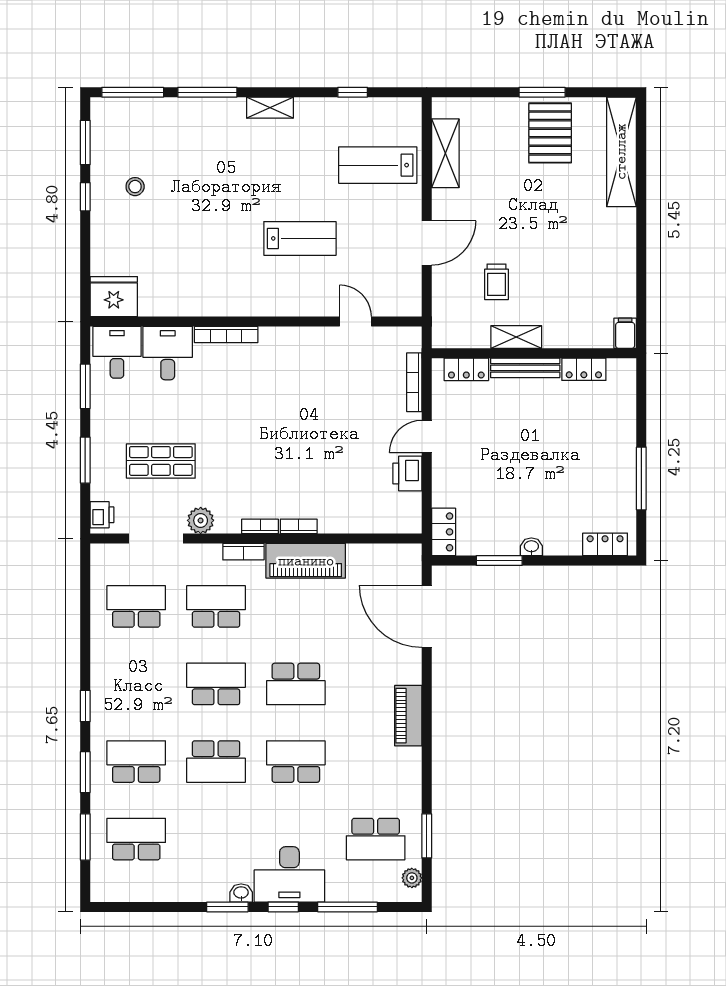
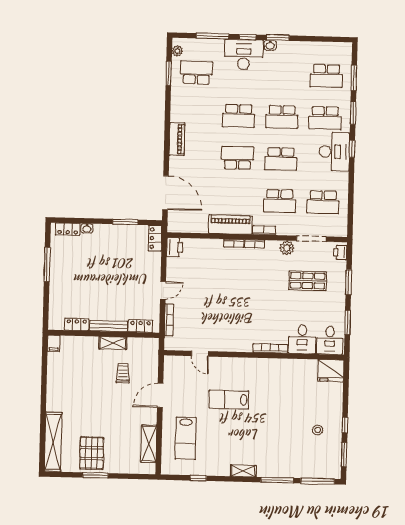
lab bench: (378, 165) -> (186, 438), turned 90
printer: (407, 474) -> (175, 247), moved
washbasin: (531, 547) -> (87, 228), moved
desk: (118, 700) -> (334, 152), added
school desk: (216, 762) -> (282, 117), turned 180

